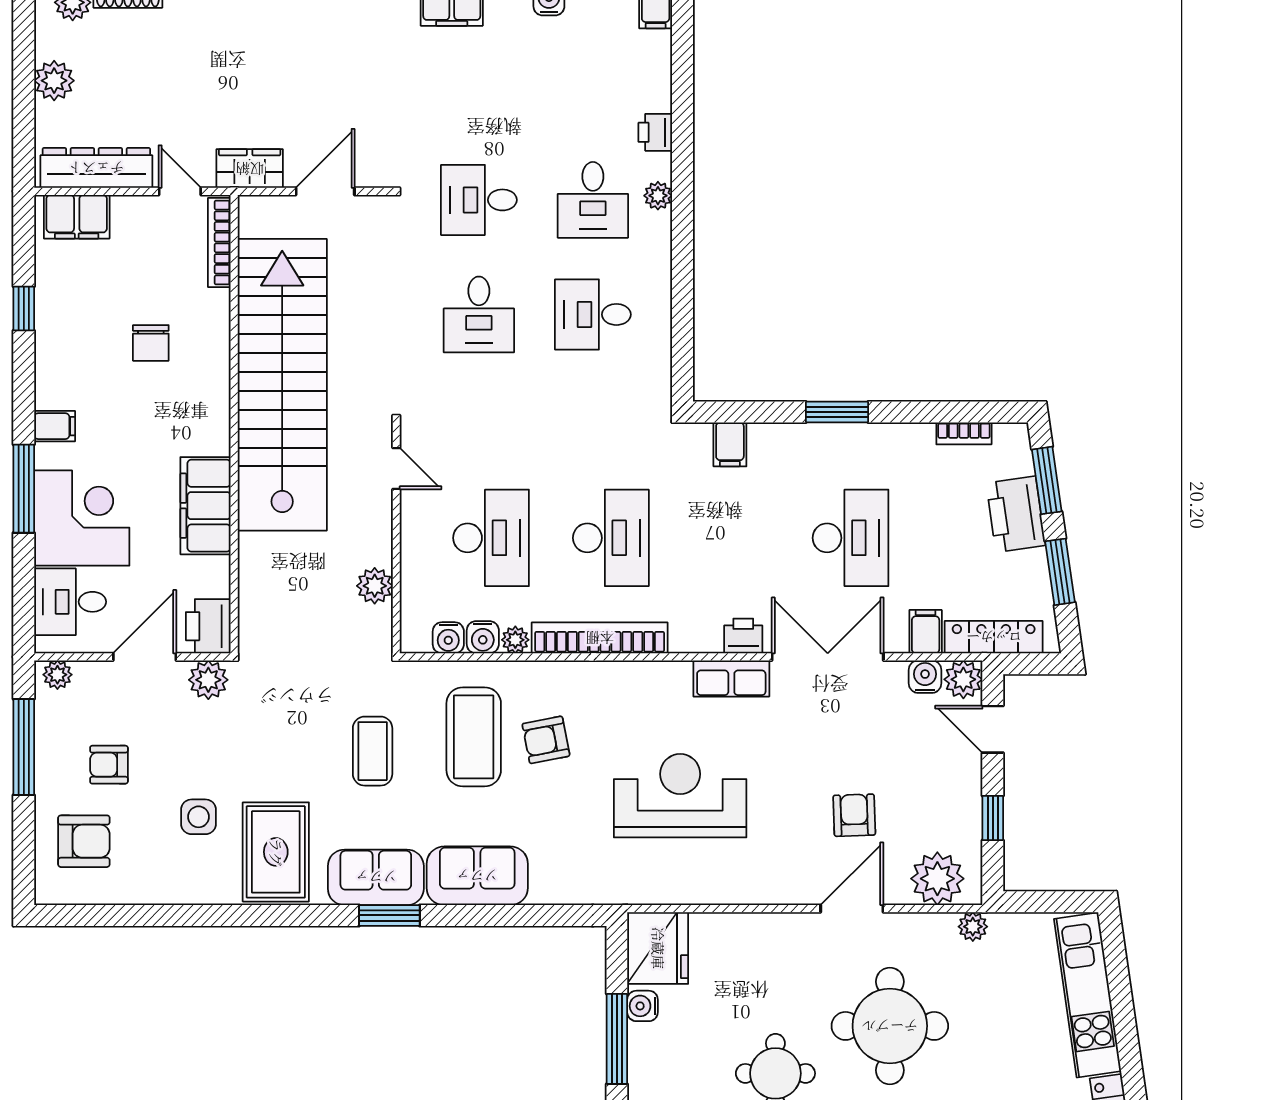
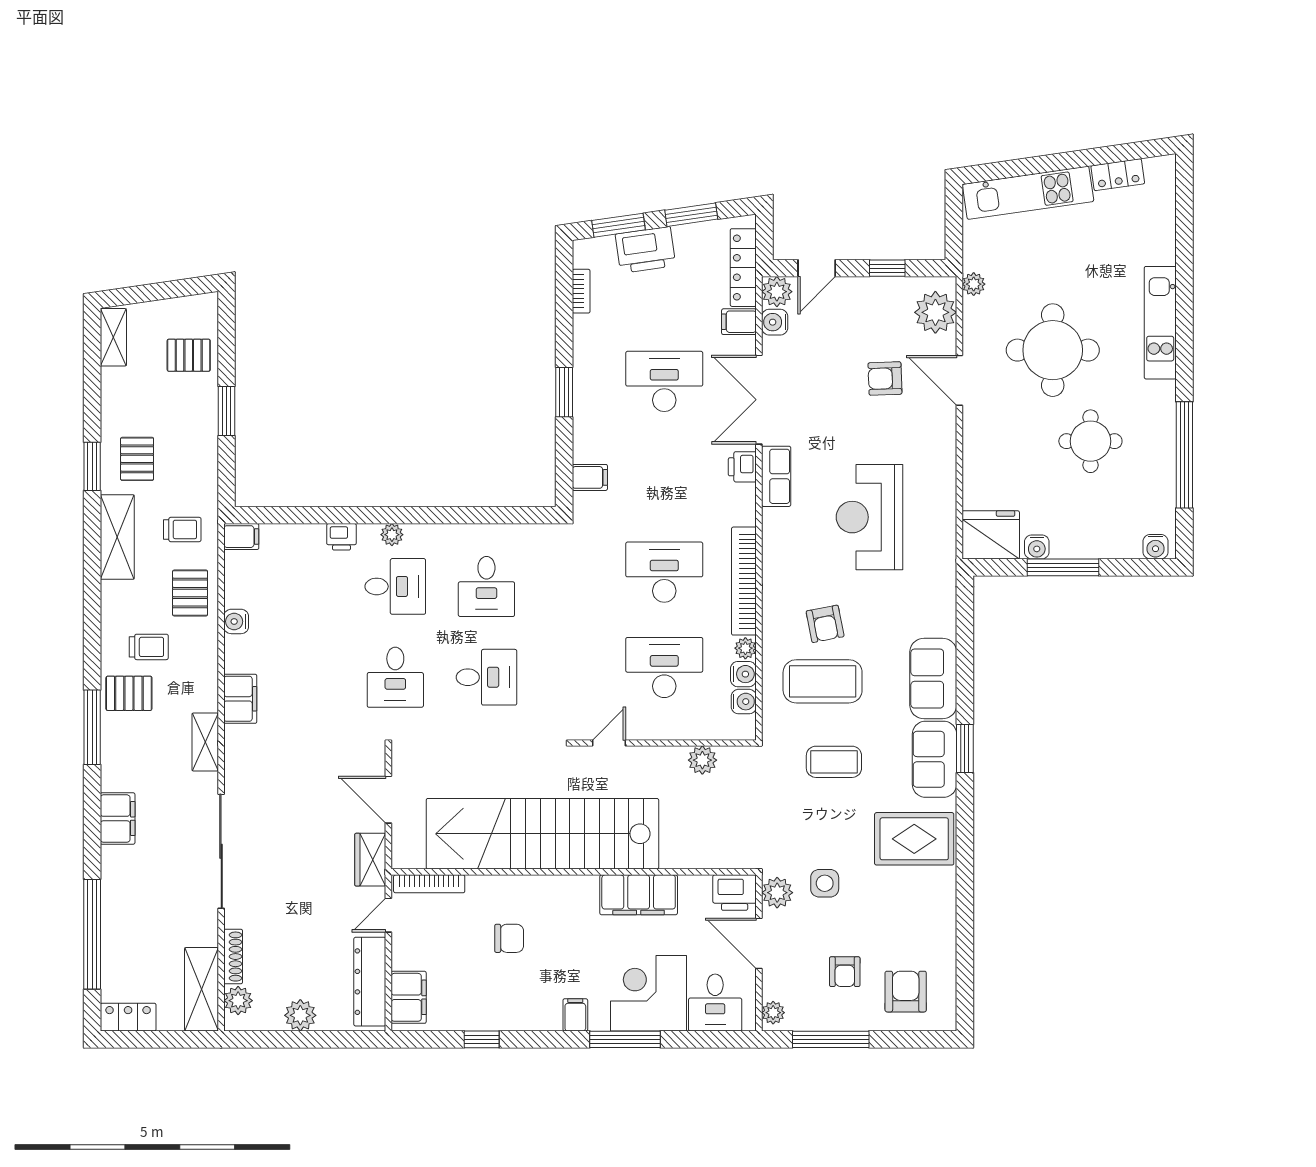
side table: (199, 817) -> (825, 883), moved

